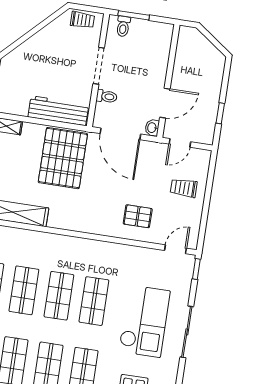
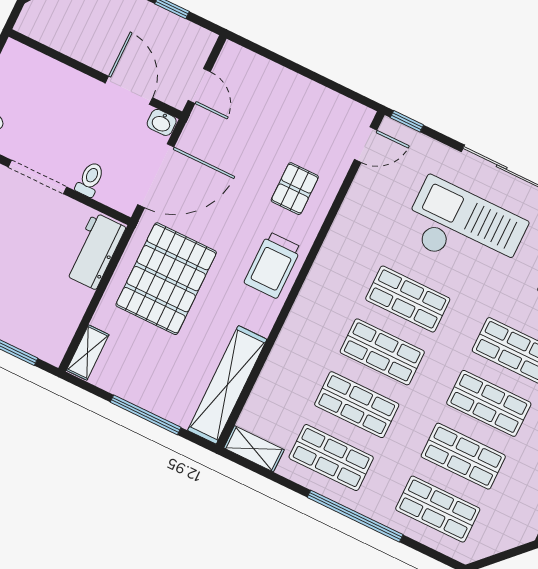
workbench: (58, 111) -> (95, 251), width x0.73
pallet: (63, 158) -> (166, 279), turned 90
trolley: (184, 188) -> (273, 265), moved, width x1.36, depth x1.39
door: (176, 249) -> (366, 145), swing flipped

